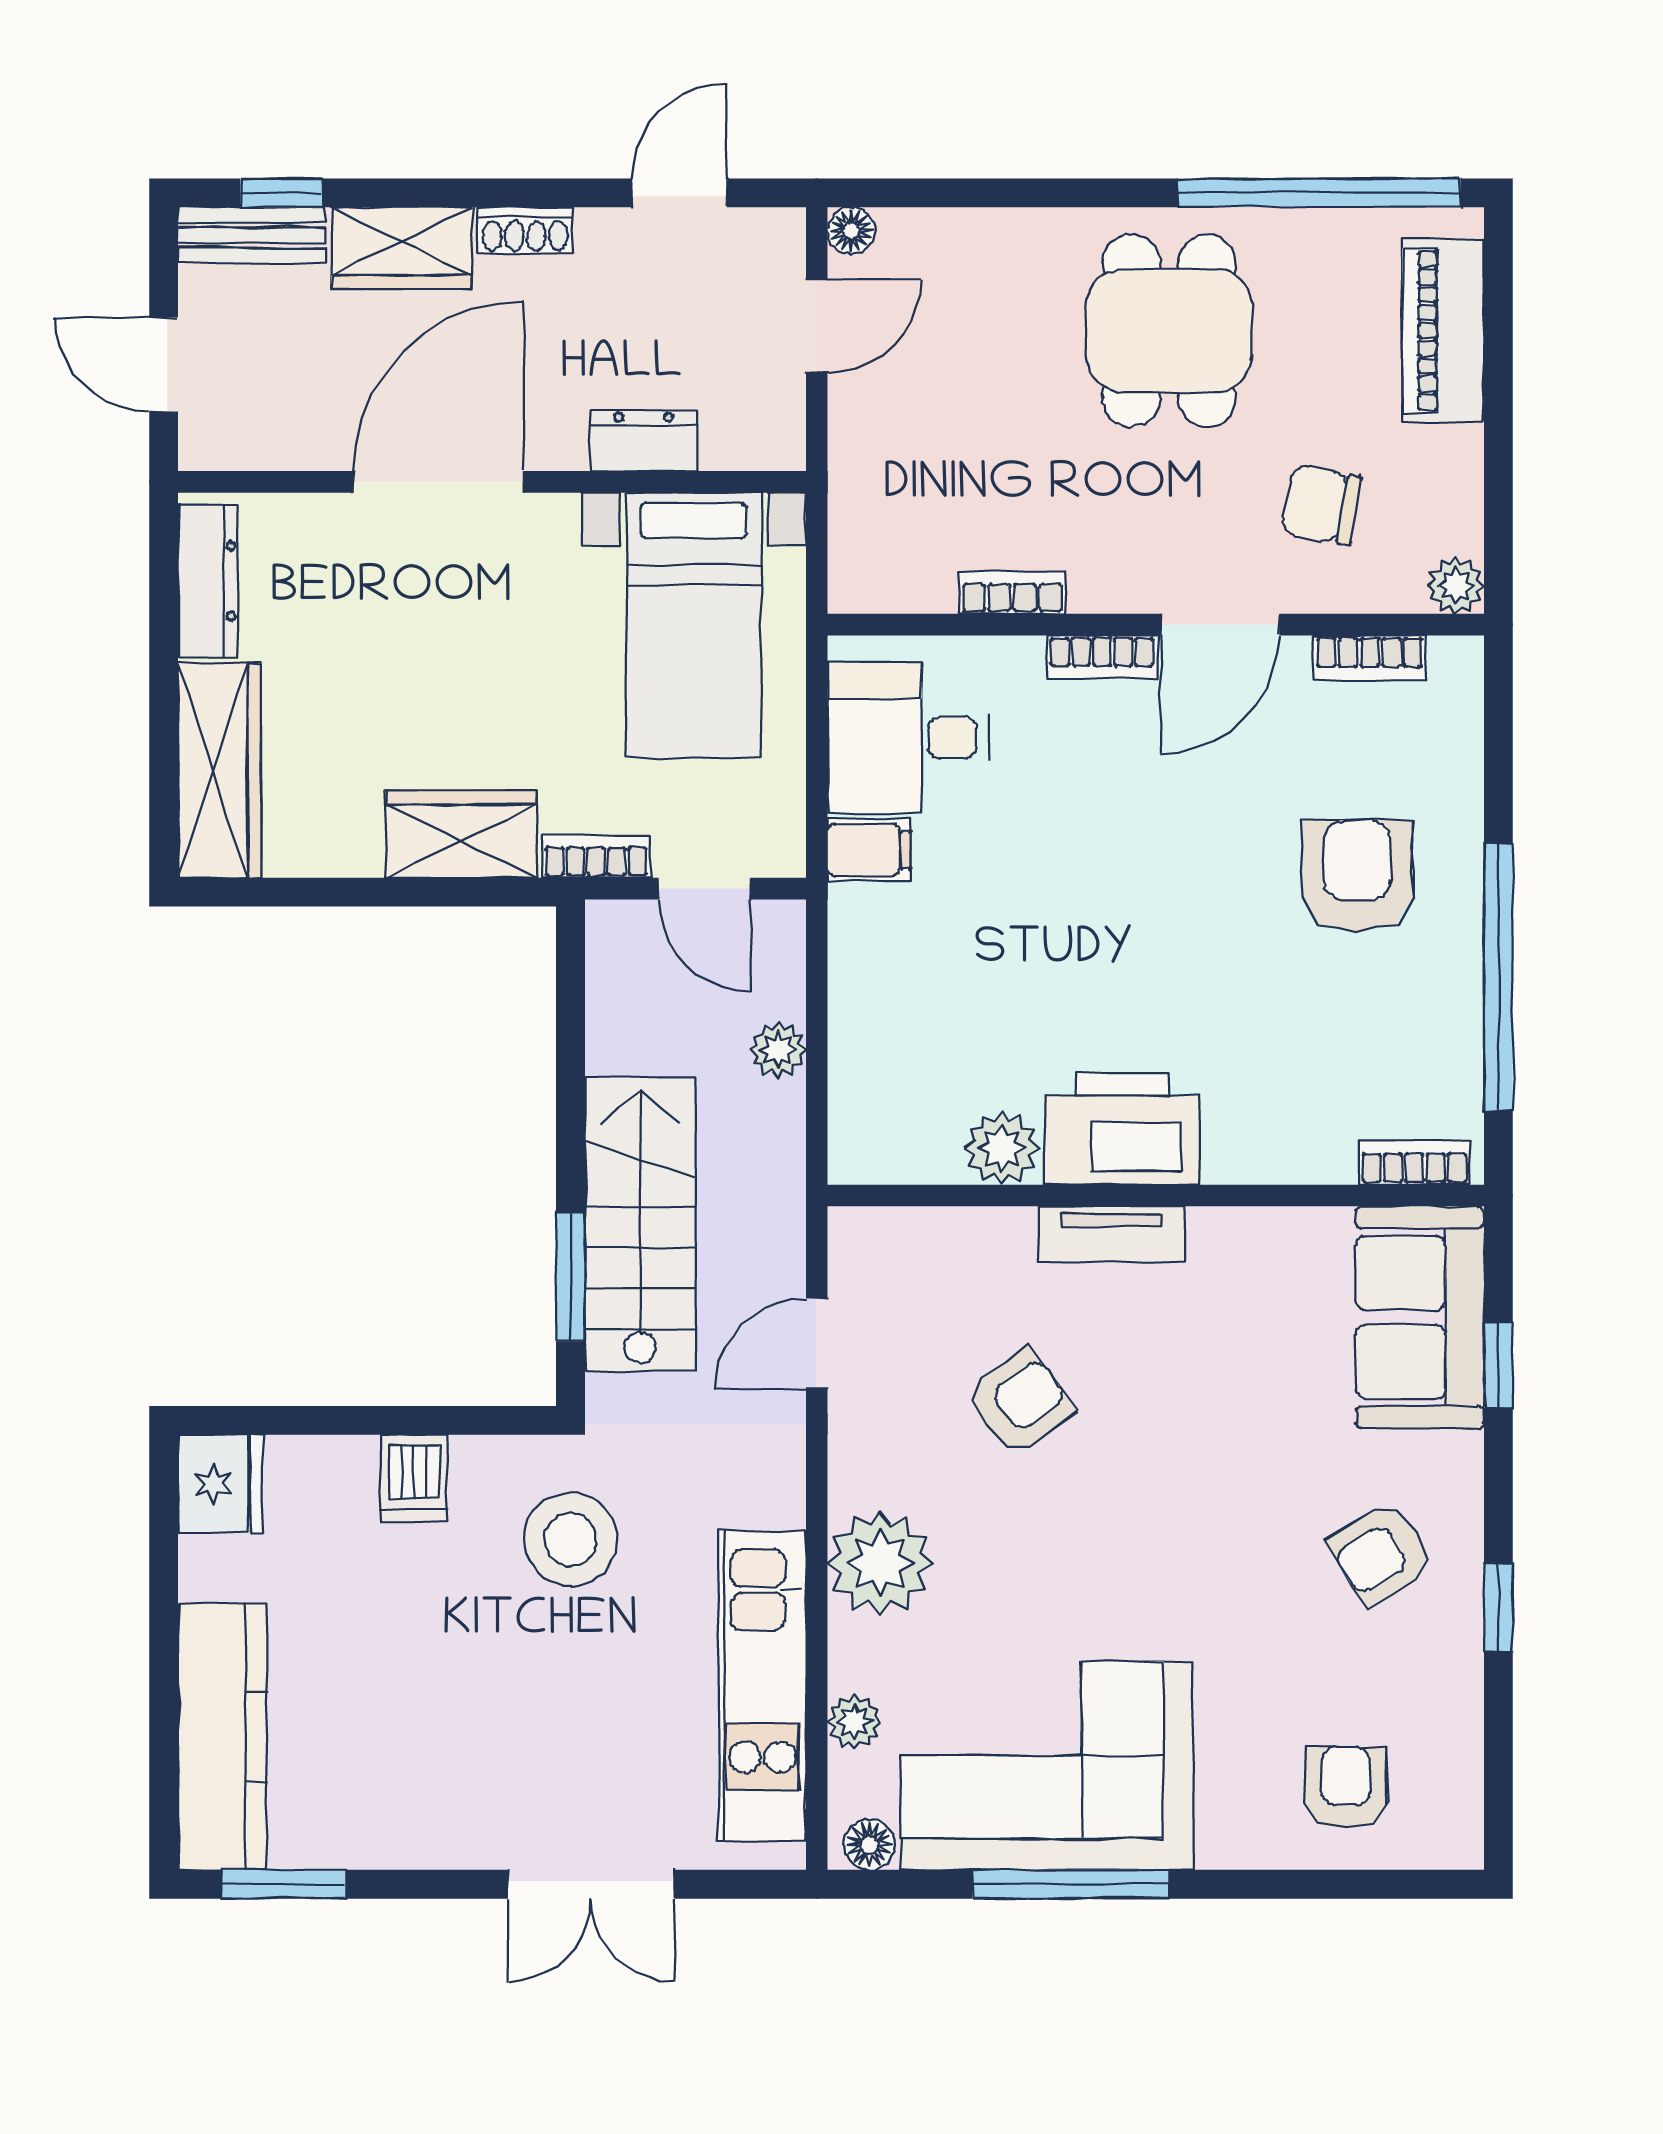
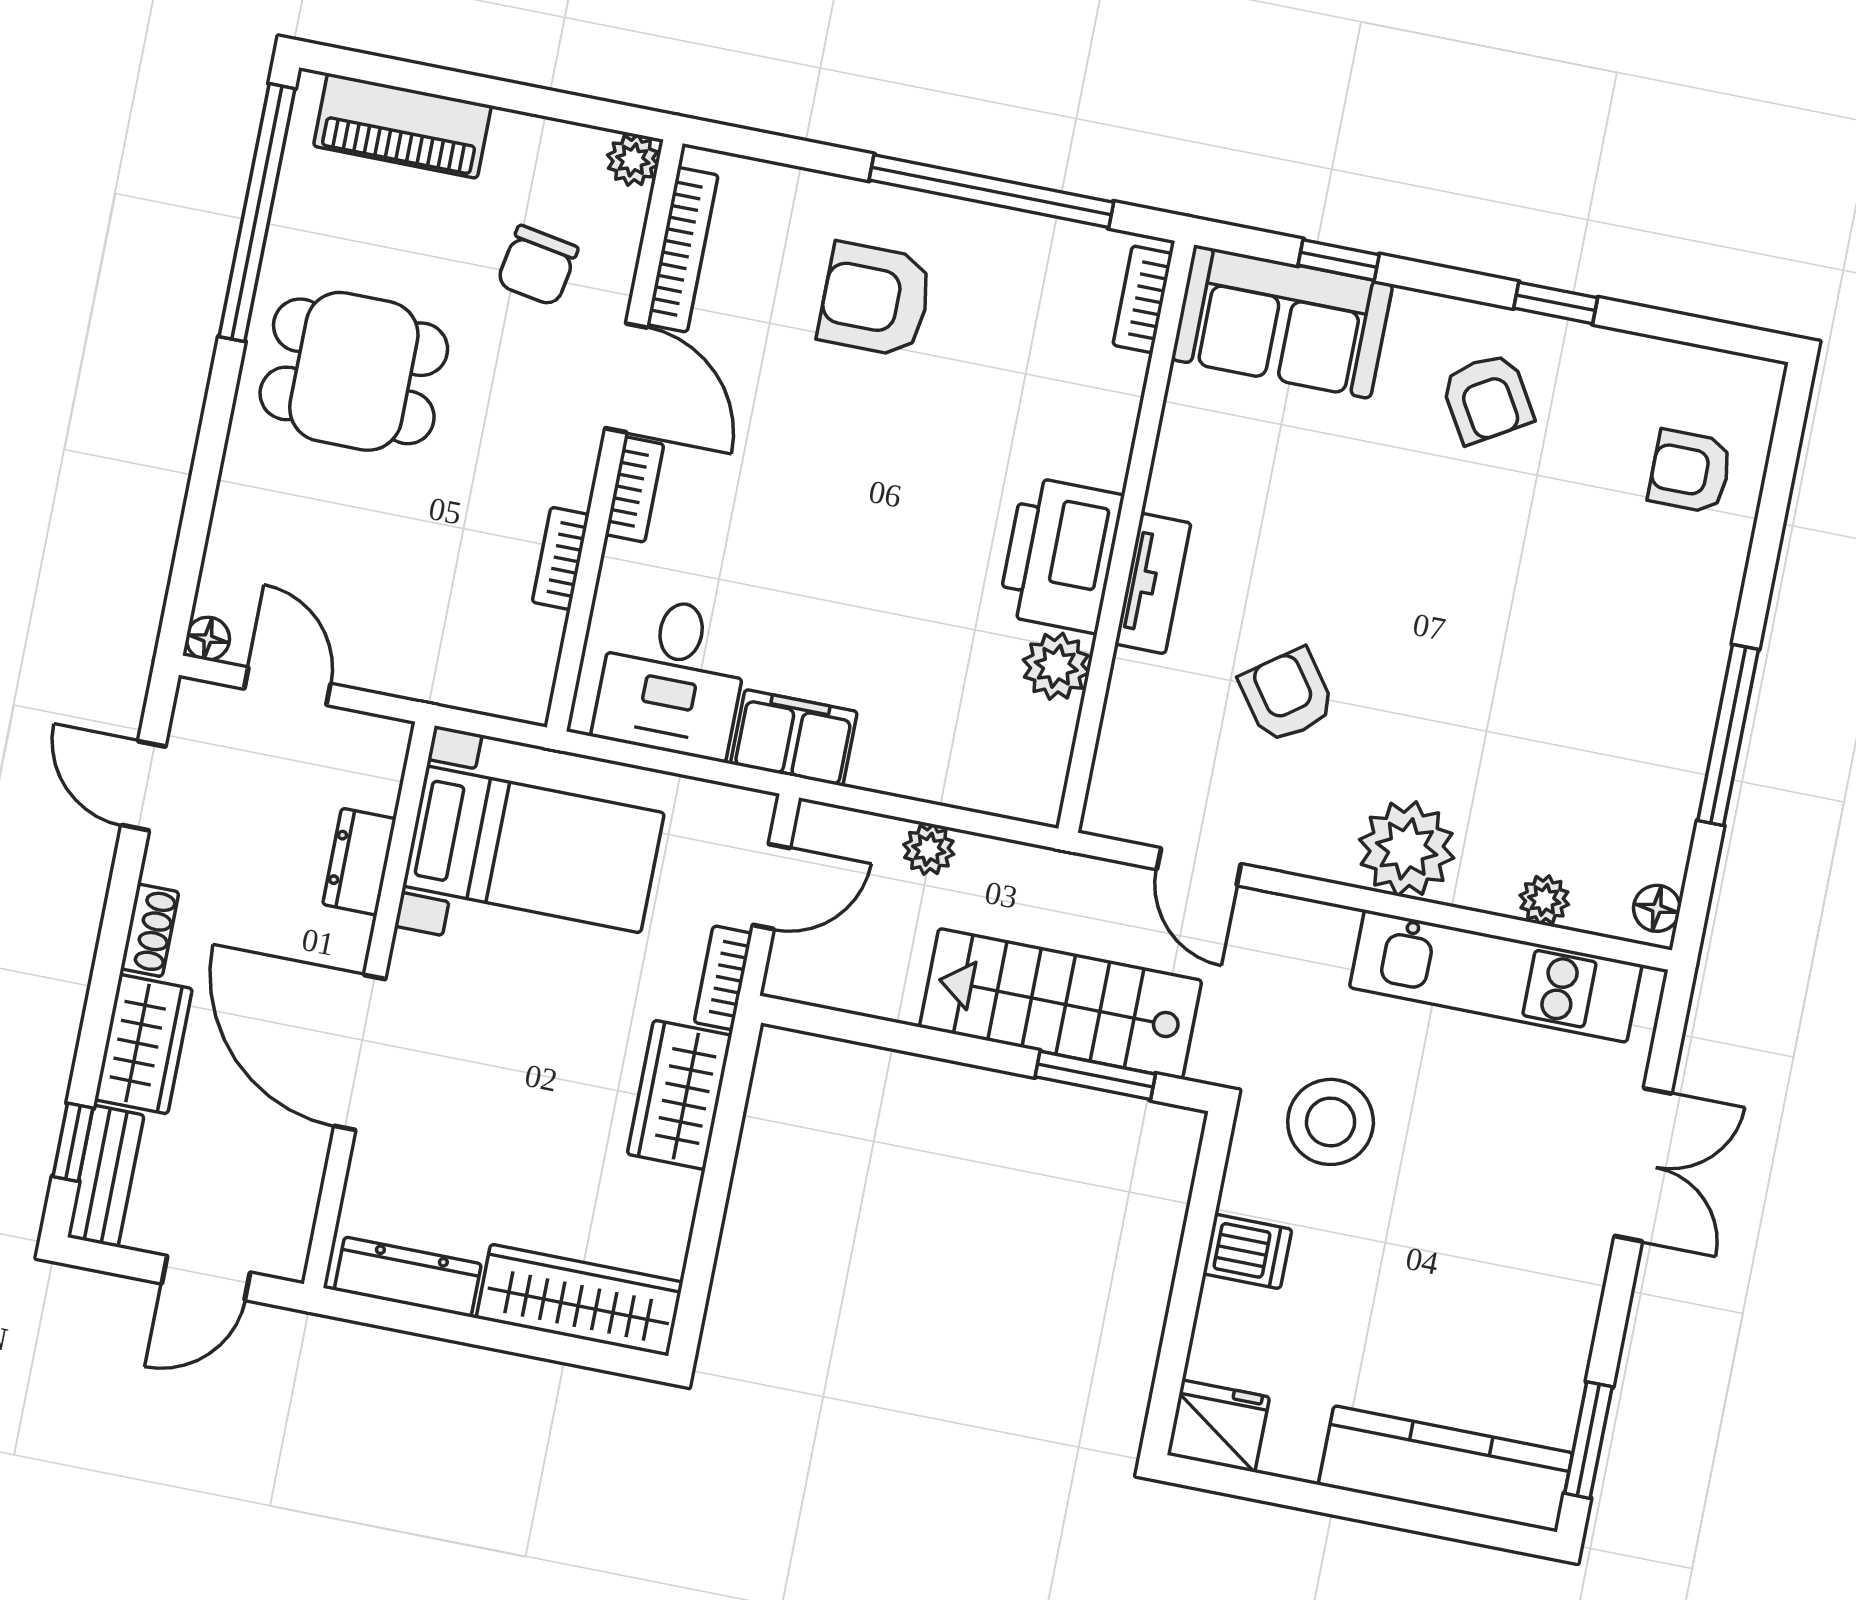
bookcase: (1370, 658) -> (682, 250), width x1.56
filing cabinet: (869, 850) -> (794, 738), width x2.00
corner sofa: (1047, 1766) -> (1618, 736), removed

